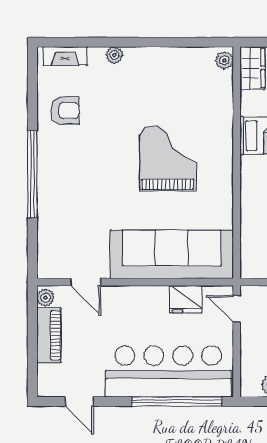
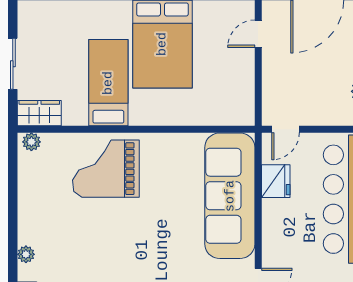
grand piano: (168, 158) -> (106, 169), moved

